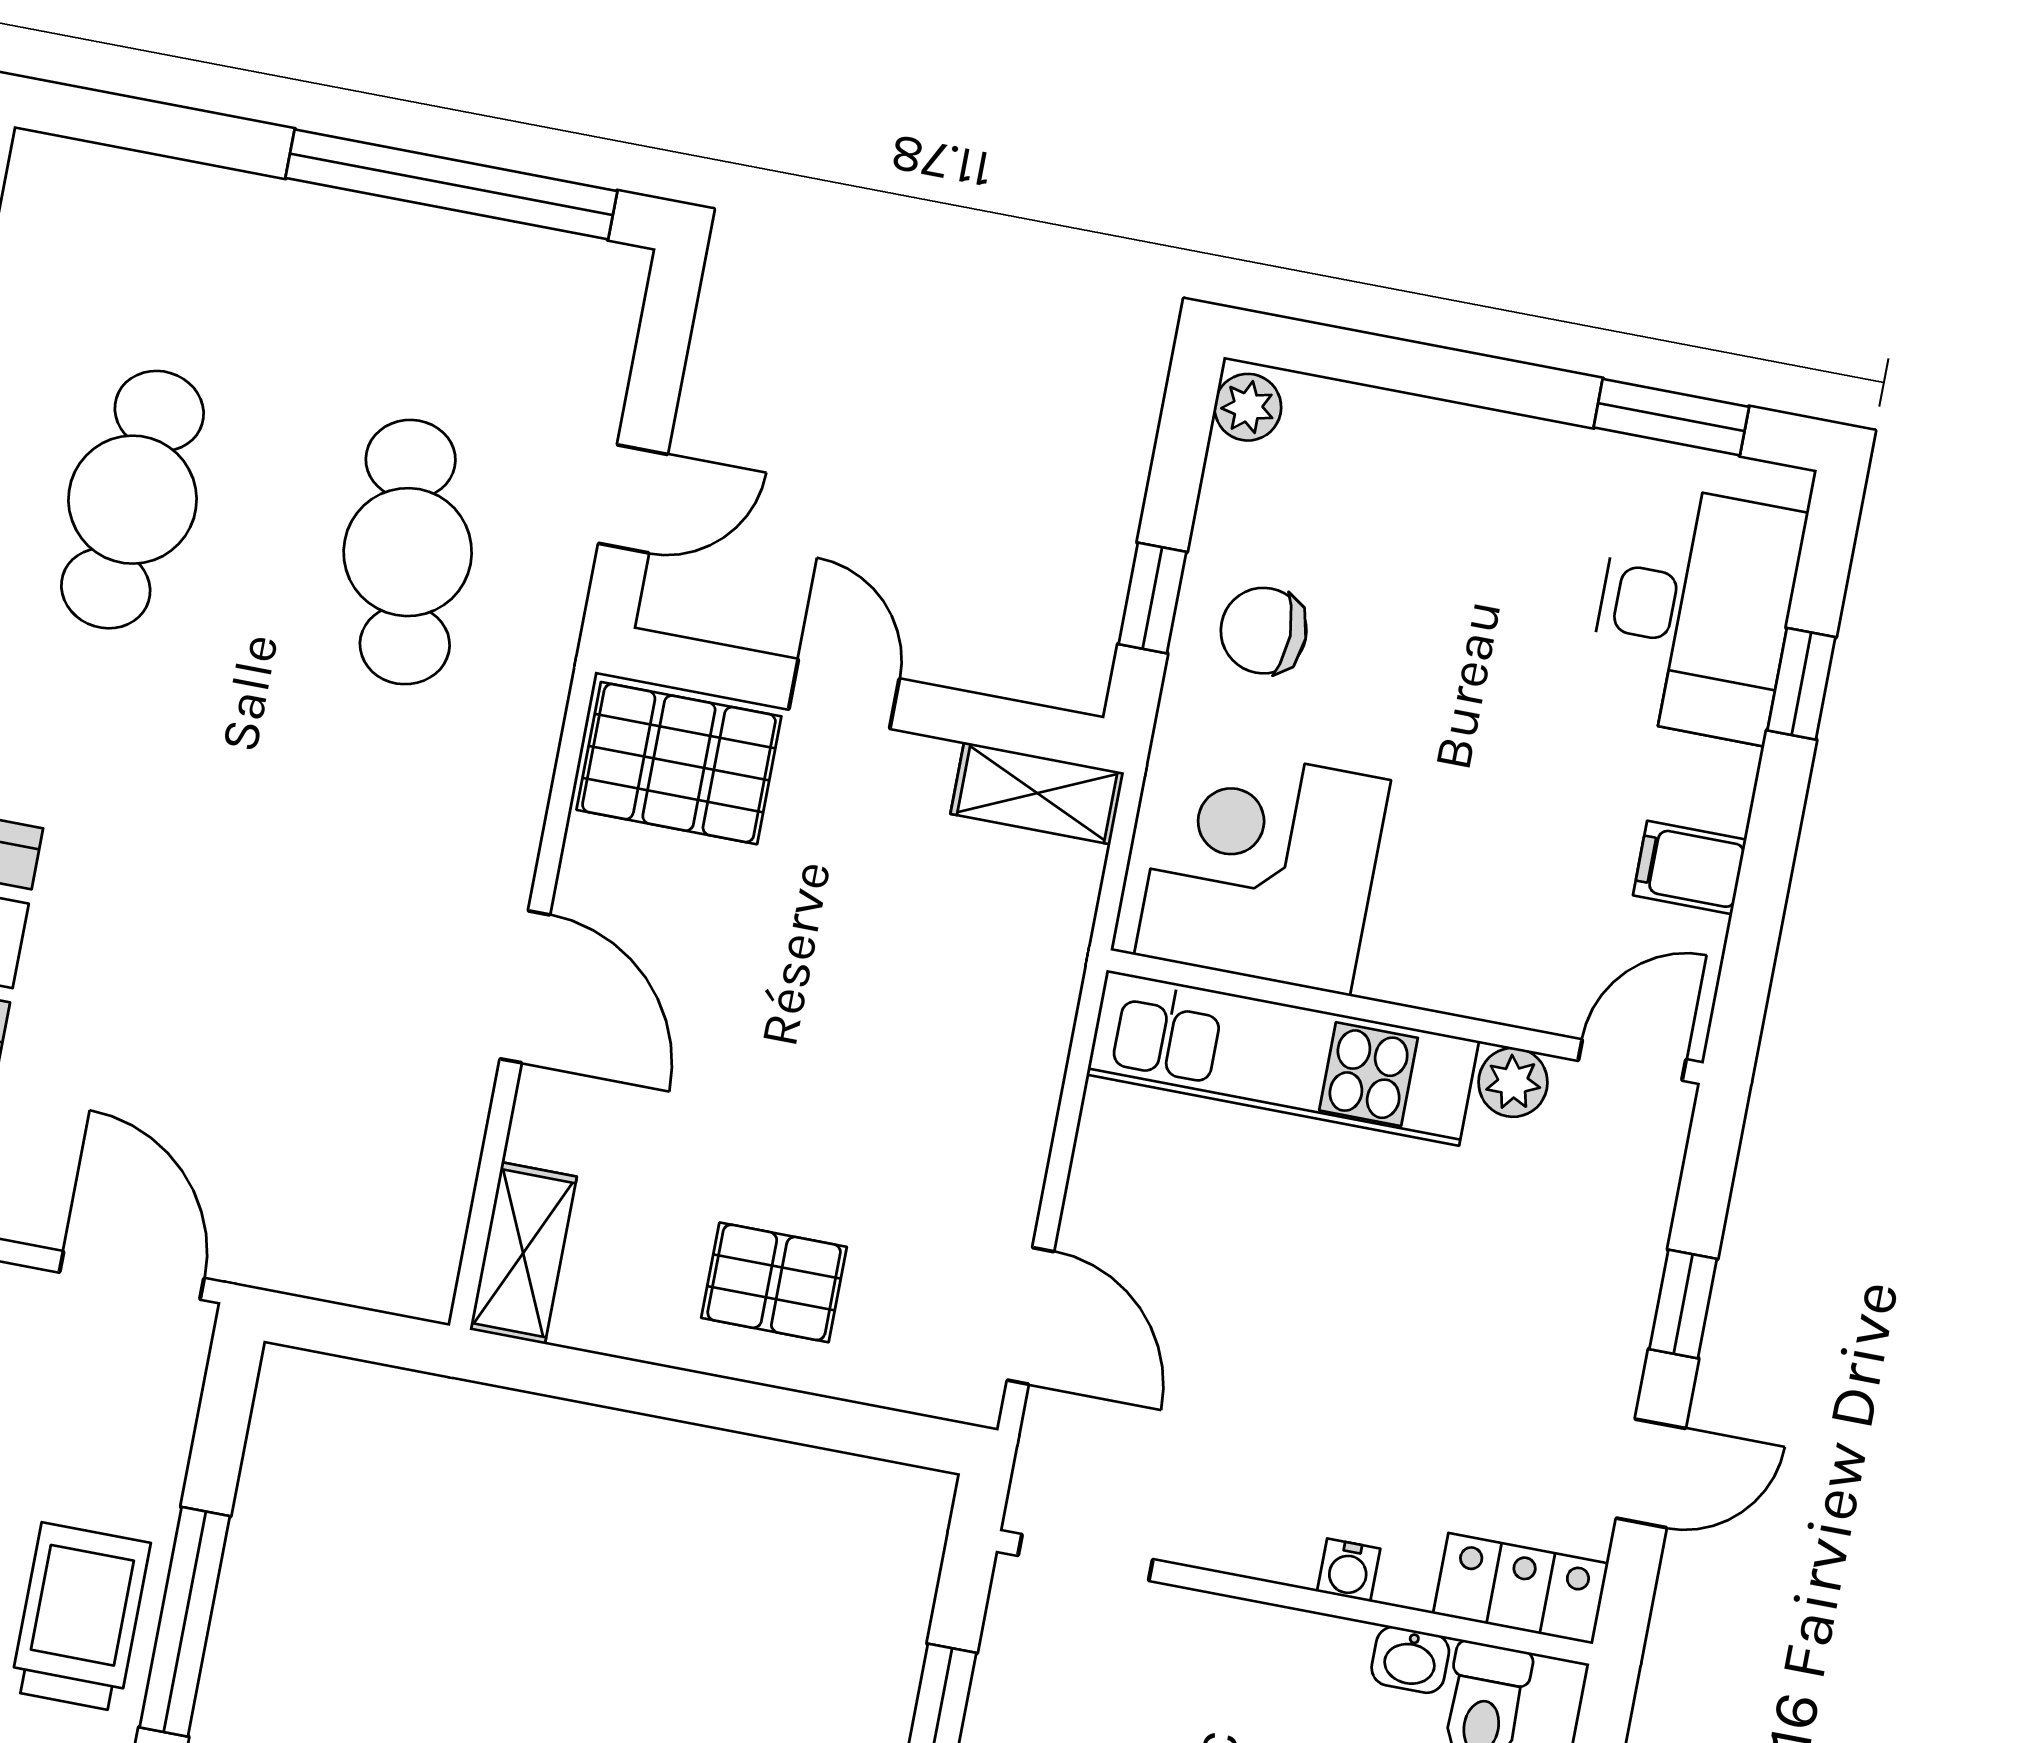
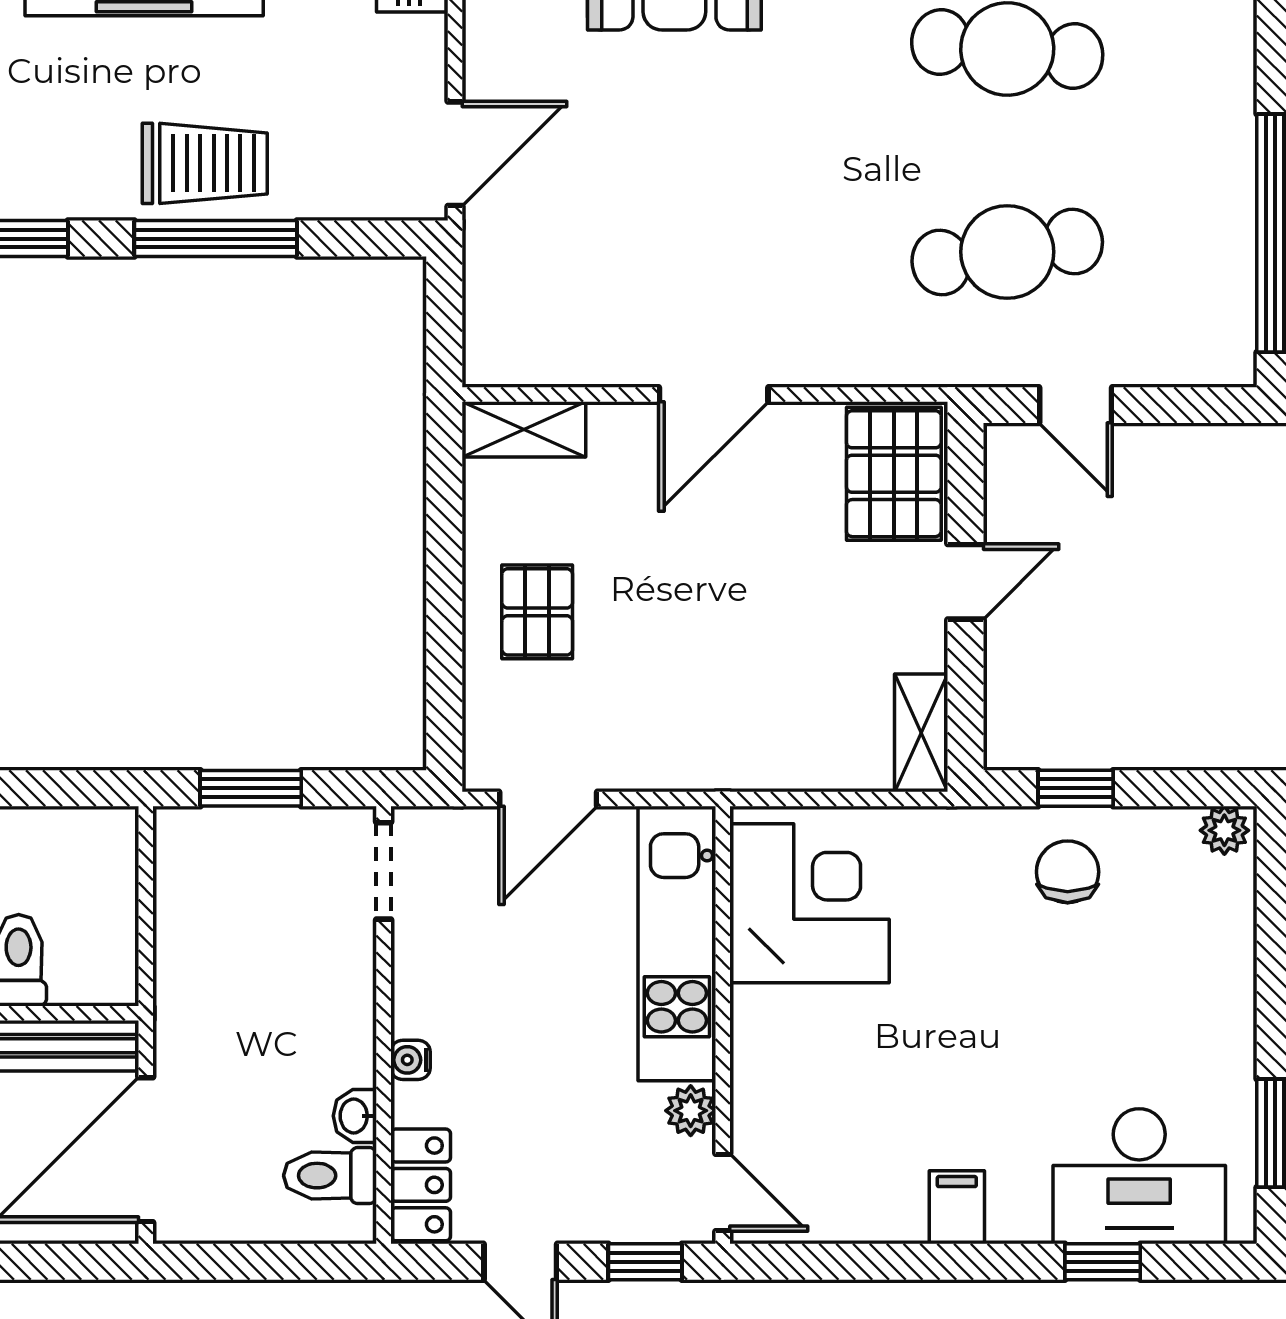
corner desk: (1263, 868) -> (810, 903), moved
wall: (1405, 1017) -> (723, 1025), moved
kitchen unit: (1283, 1058) -> (677, 944), moved
door: (1632, 1060) -> (723, 1192), moved
plant: (1513, 1082) -> (691, 1111), moved

